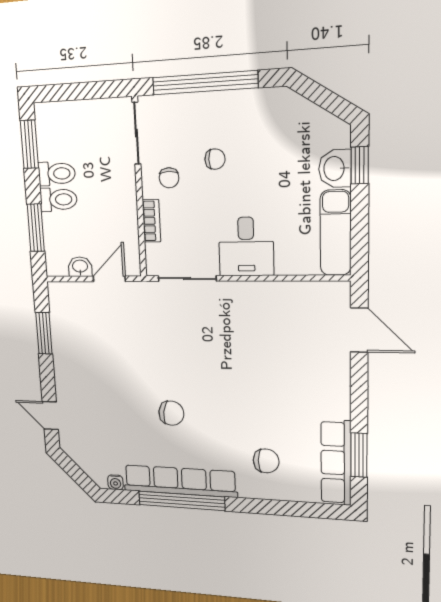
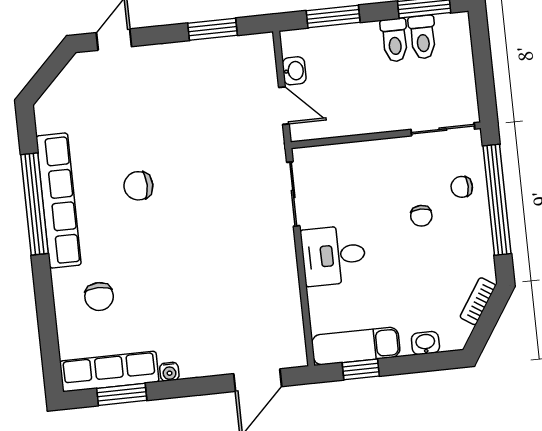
window: (360, 165) -> (361, 369), moved
washbasin: (335, 169) -> (425, 343), width x0.72, depth x0.69
chair: (169, 178) -> (462, 187), moved
toilet: (59, 200) -> (423, 37), moved
bookcase: (151, 221) -> (478, 301), moved, turned 123
chair: (171, 413) -> (138, 186), turned 82
water cooler: (115, 482) -> (169, 372), moved, turned -90

